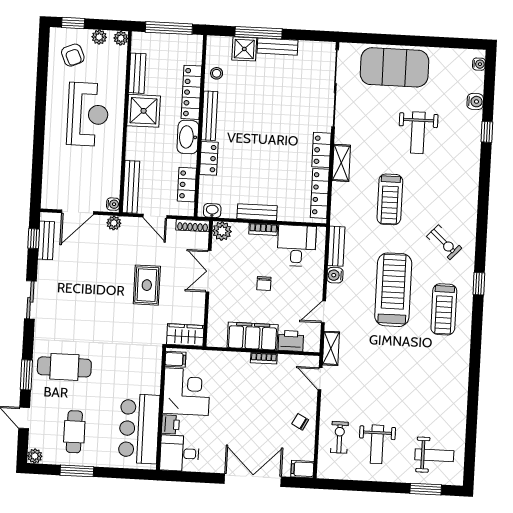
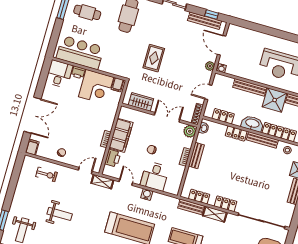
bench: (131, 187) -> (250, 87), moved
locker: (320, 193) -> (199, 197), width x0.66
bench: (46, 240) -> (205, 21), width x1.36
desk: (297, 246) -> (155, 176), moved, turned 90
bench: (336, 246) -> (191, 207), moved
rug: (147, 285) -> (154, 58), moved, turned 90
wardrobe: (185, 335) -> (141, 102), moved, turned -90
weight bench: (377, 444) -> (60, 214), moved, turned 180

